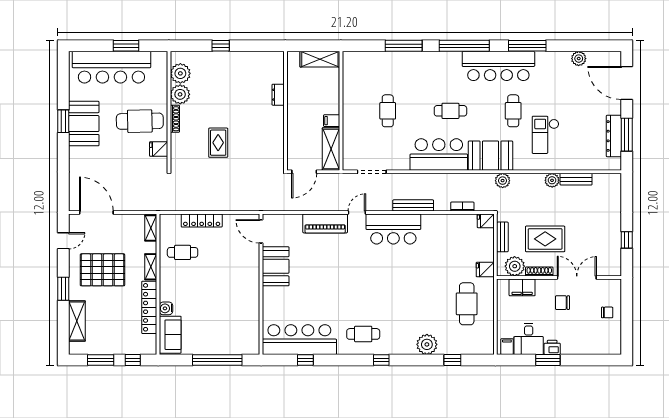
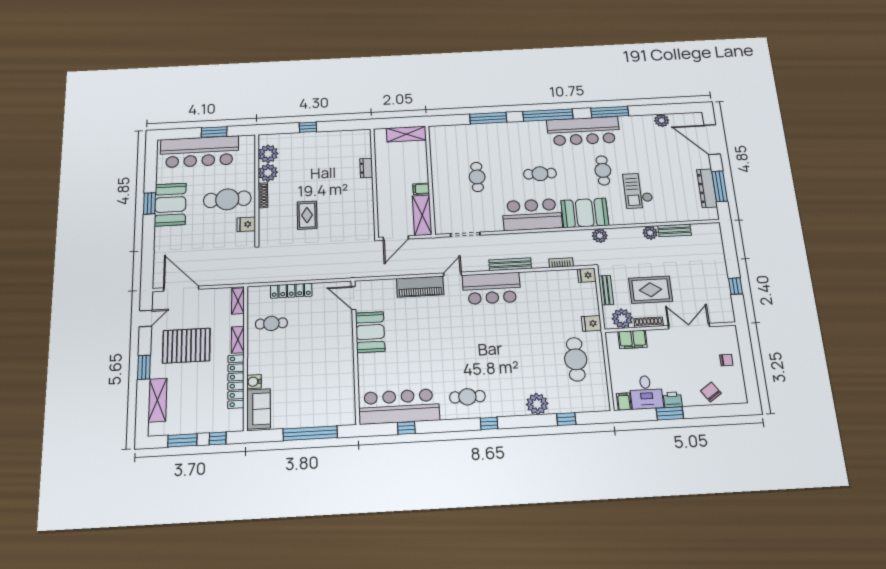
chair: (562, 303) -> (711, 392), moved, turned 56

